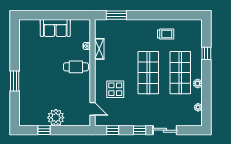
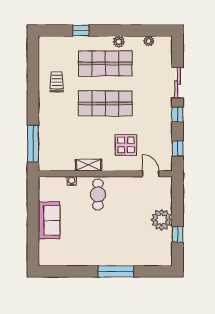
window: (116, 15) -> (33, 144), width x1.44
shelving: (99, 49) -> (89, 165), moved
window: (15, 81) -> (116, 271), width x1.44
door: (92, 109) -> (151, 174), hinge flipped

